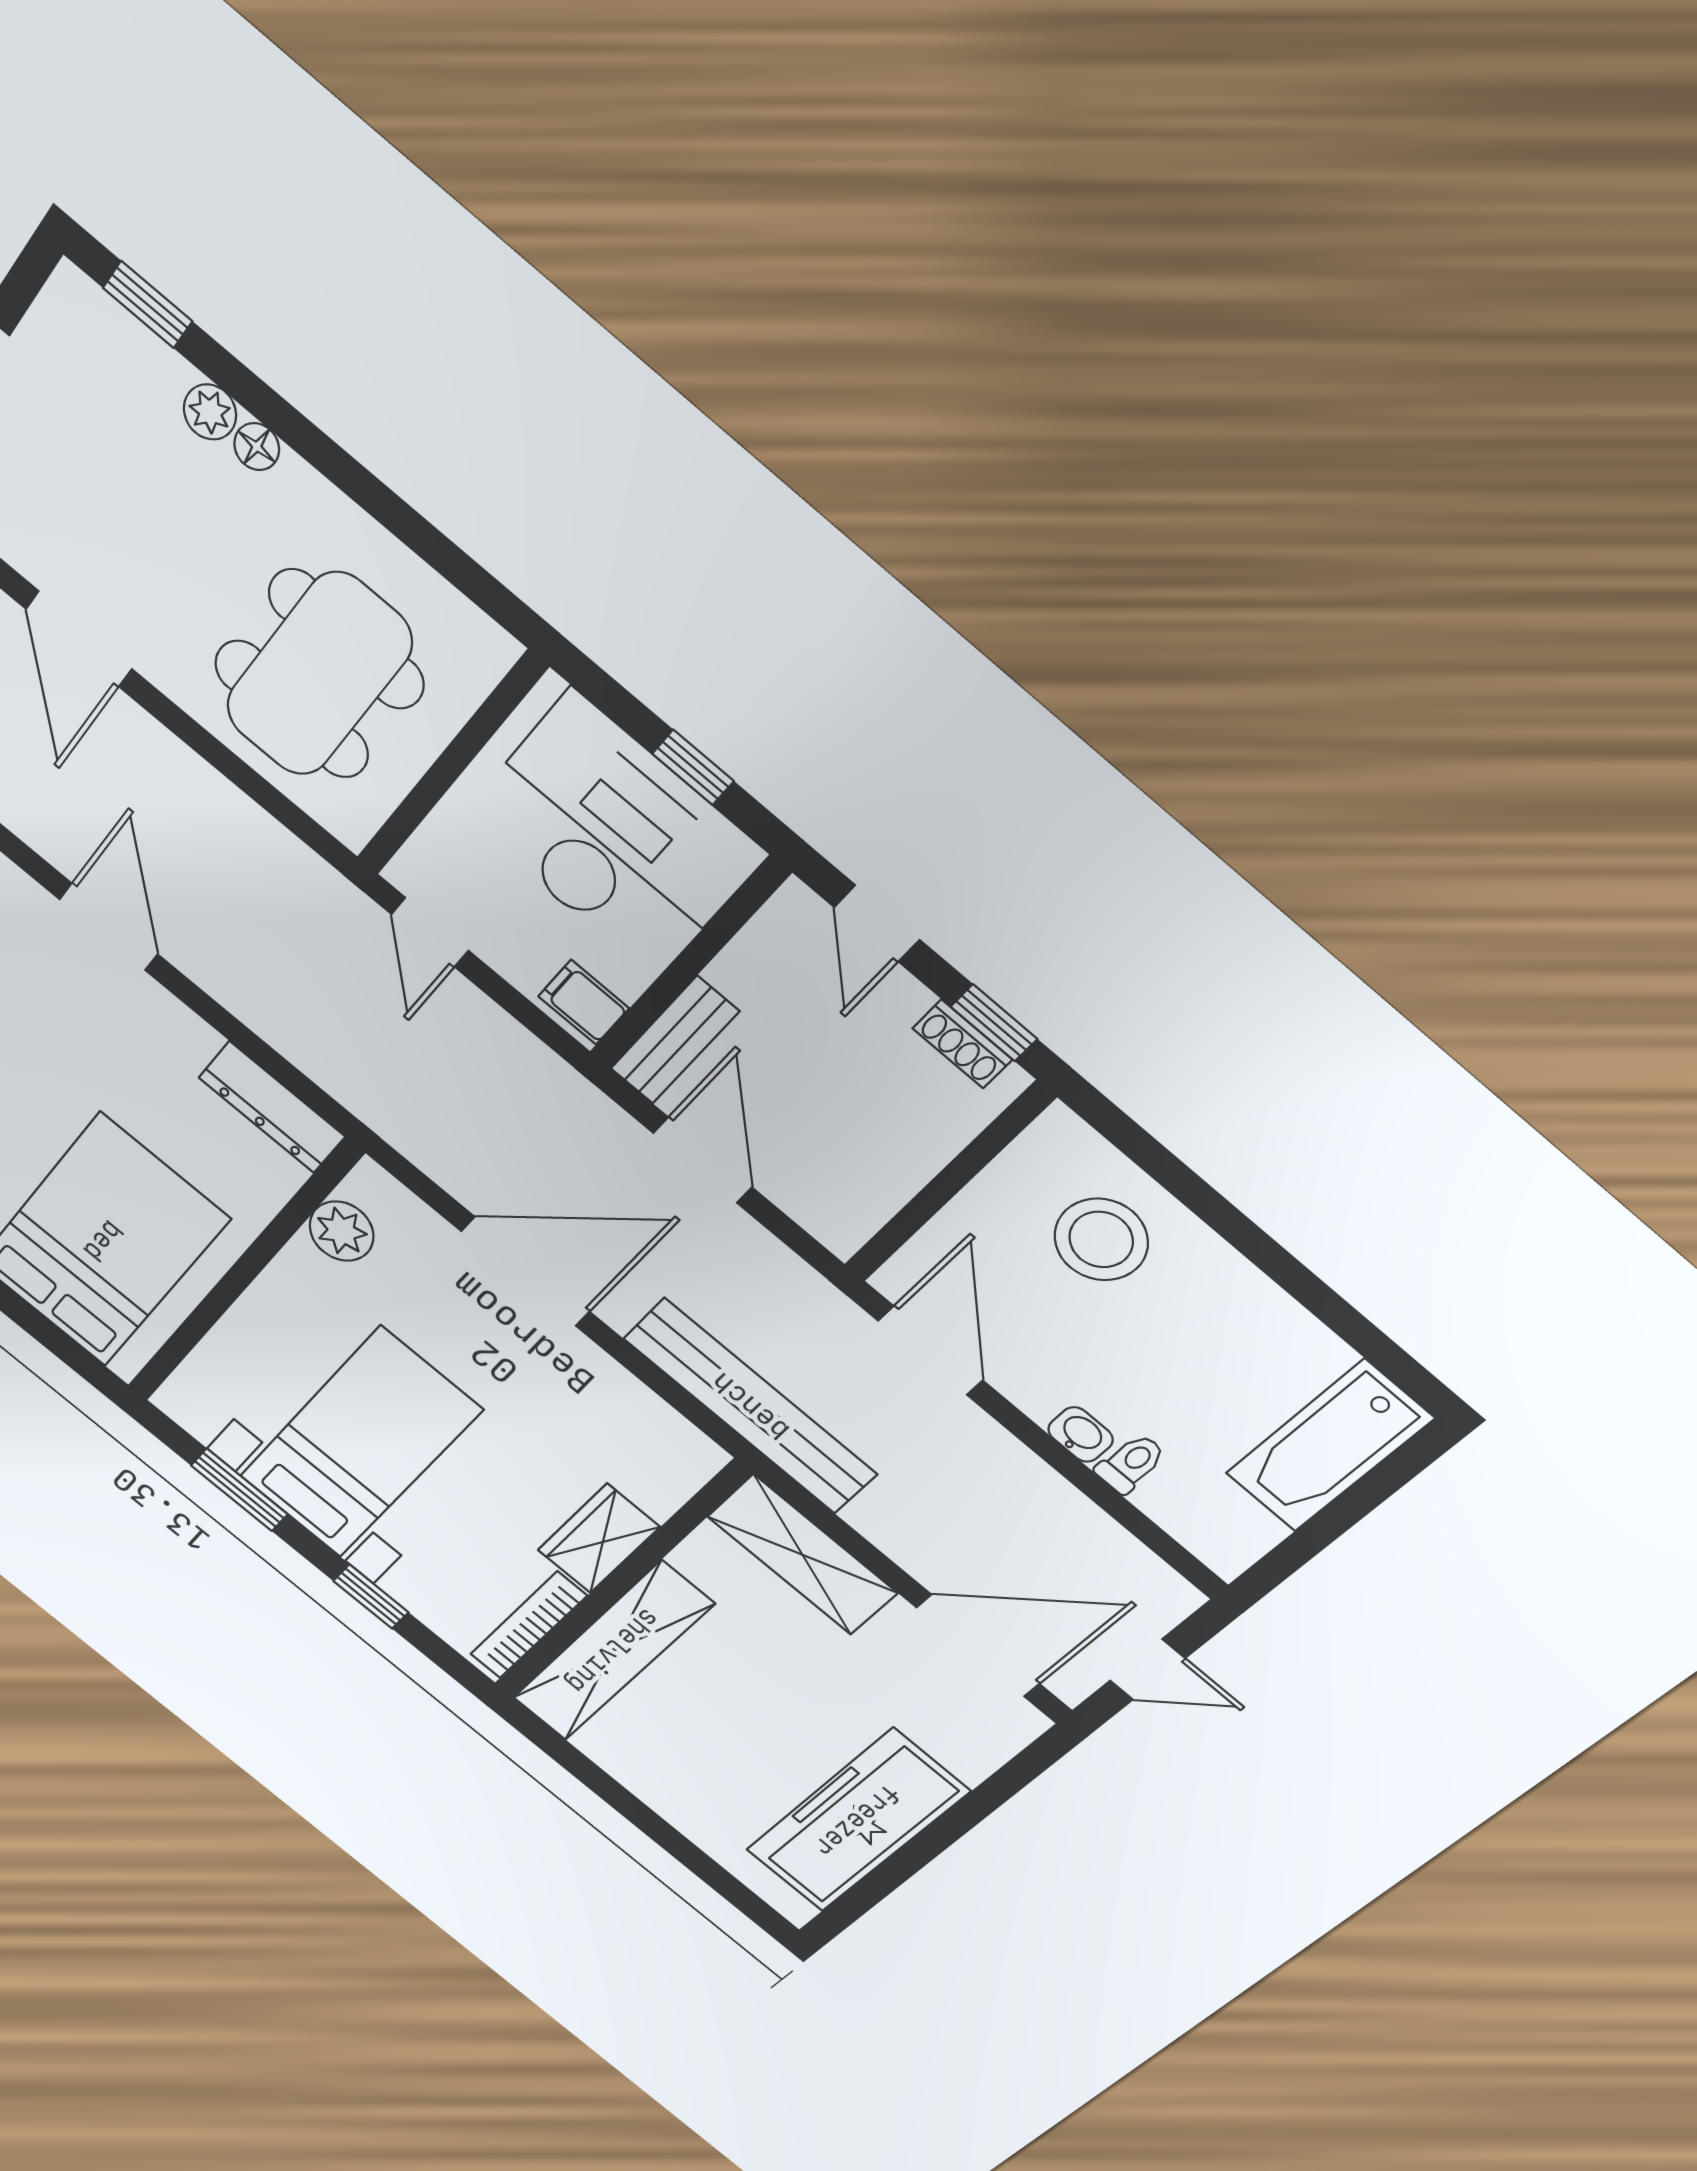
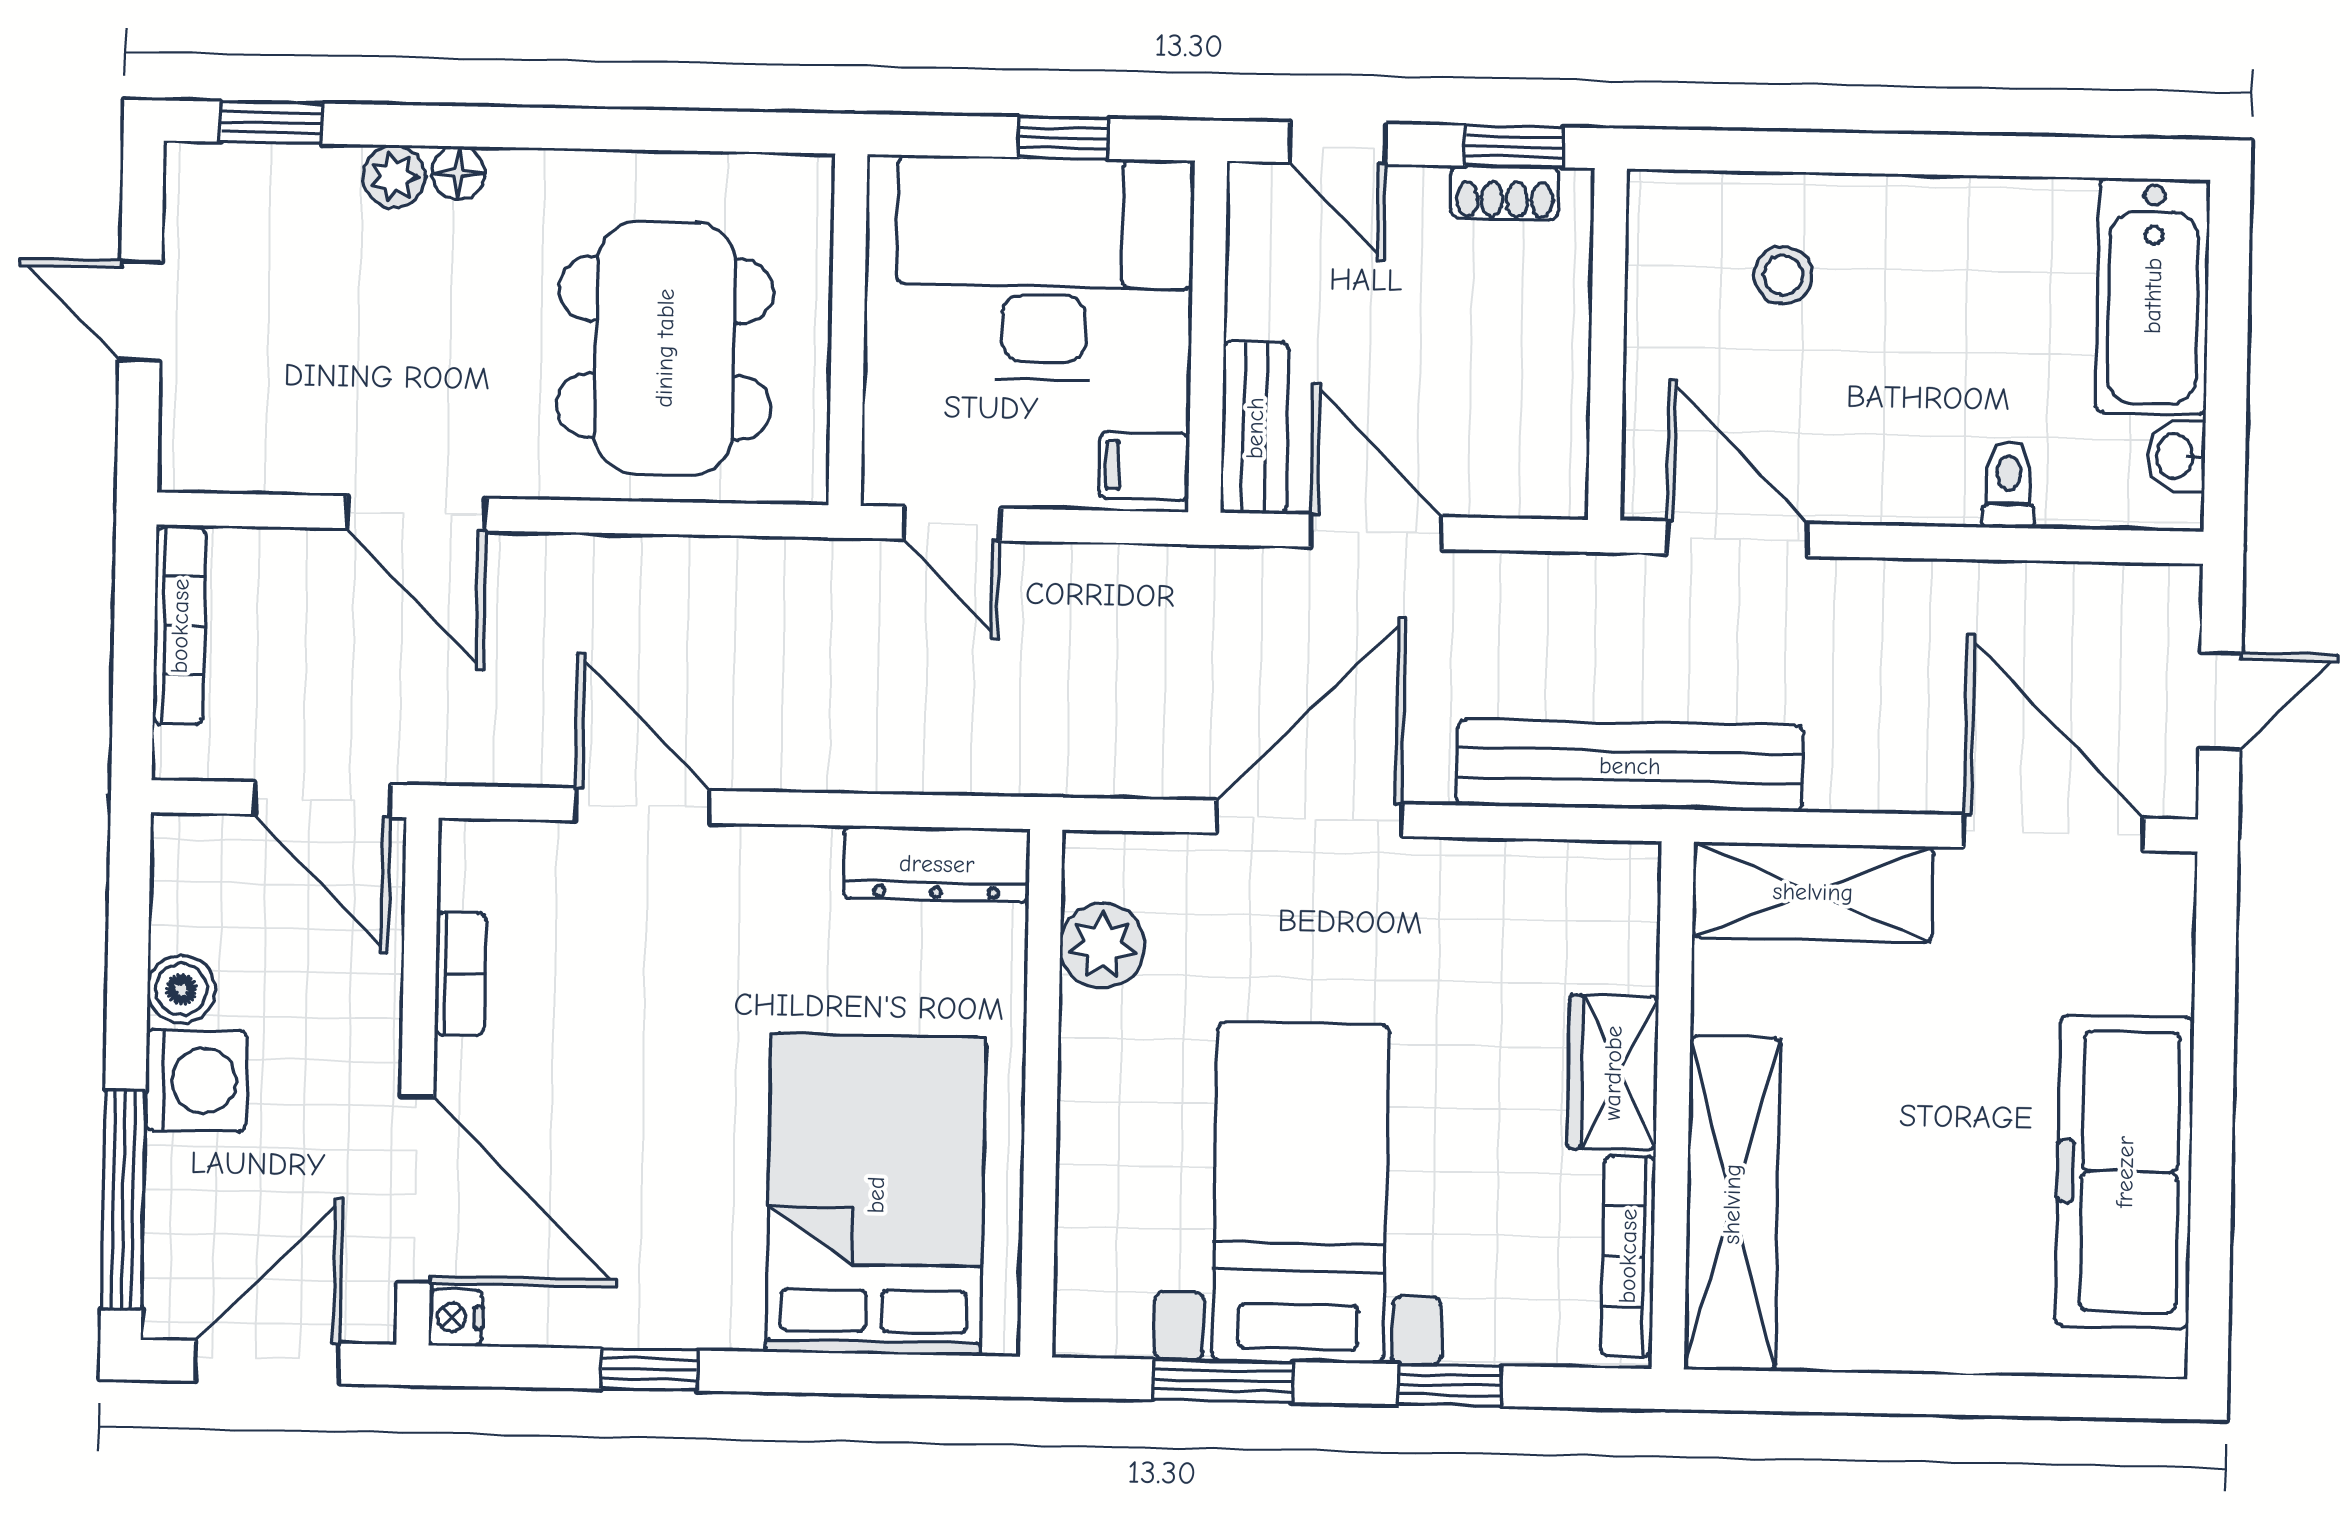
stool: (1101, 1240) -> (1783, 275), width x0.53, depth x0.53
washbasin: (1081, 1434) -> (2176, 456), moved, turned -90
door: (978, 1646) -> (2054, 833), hinge flipped

